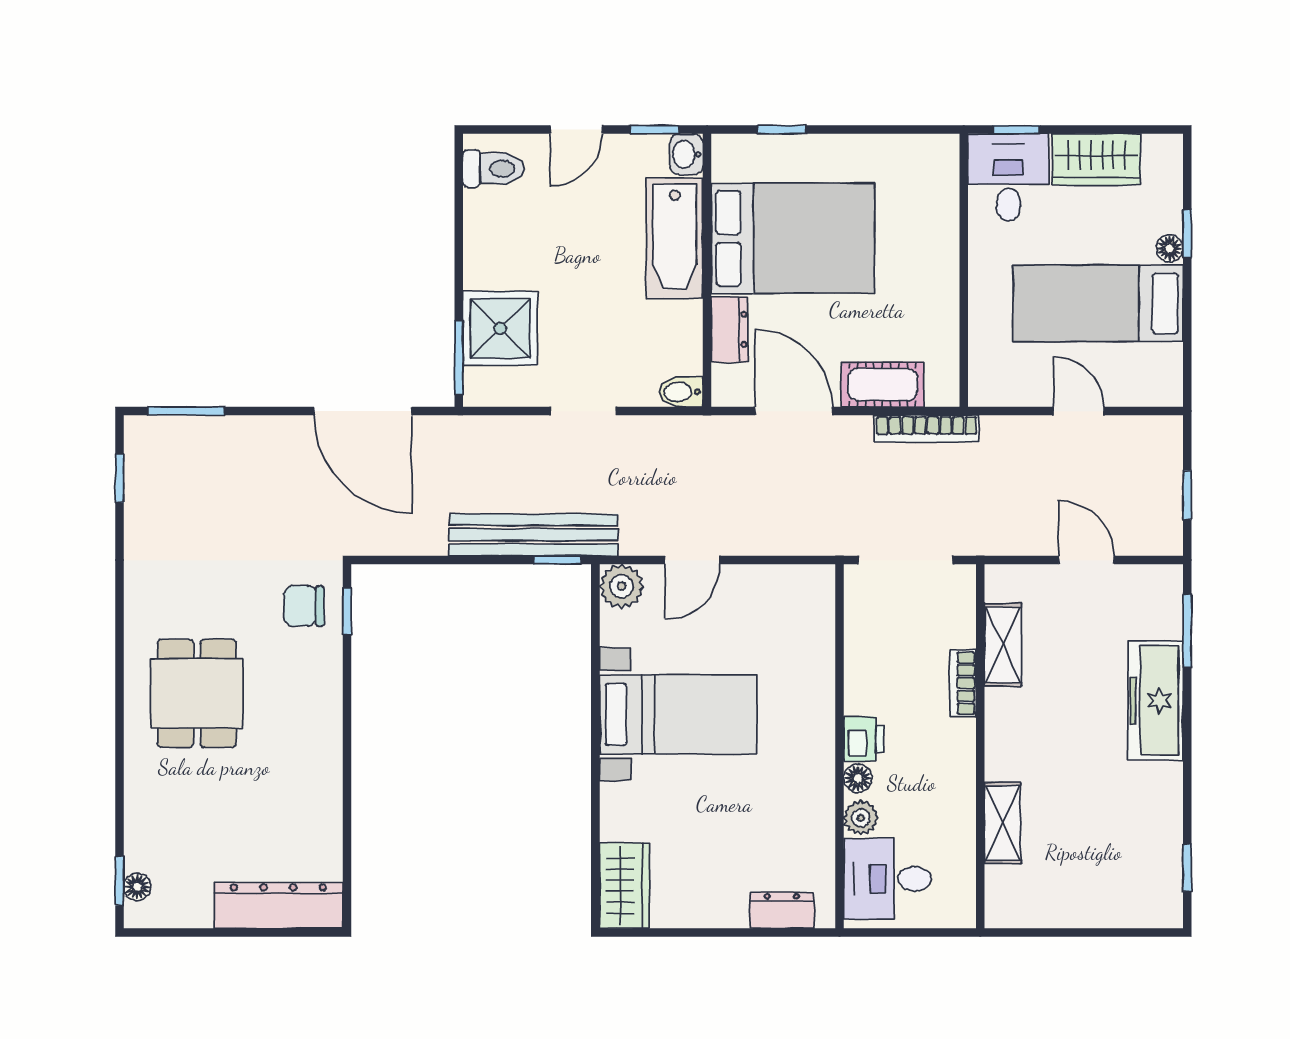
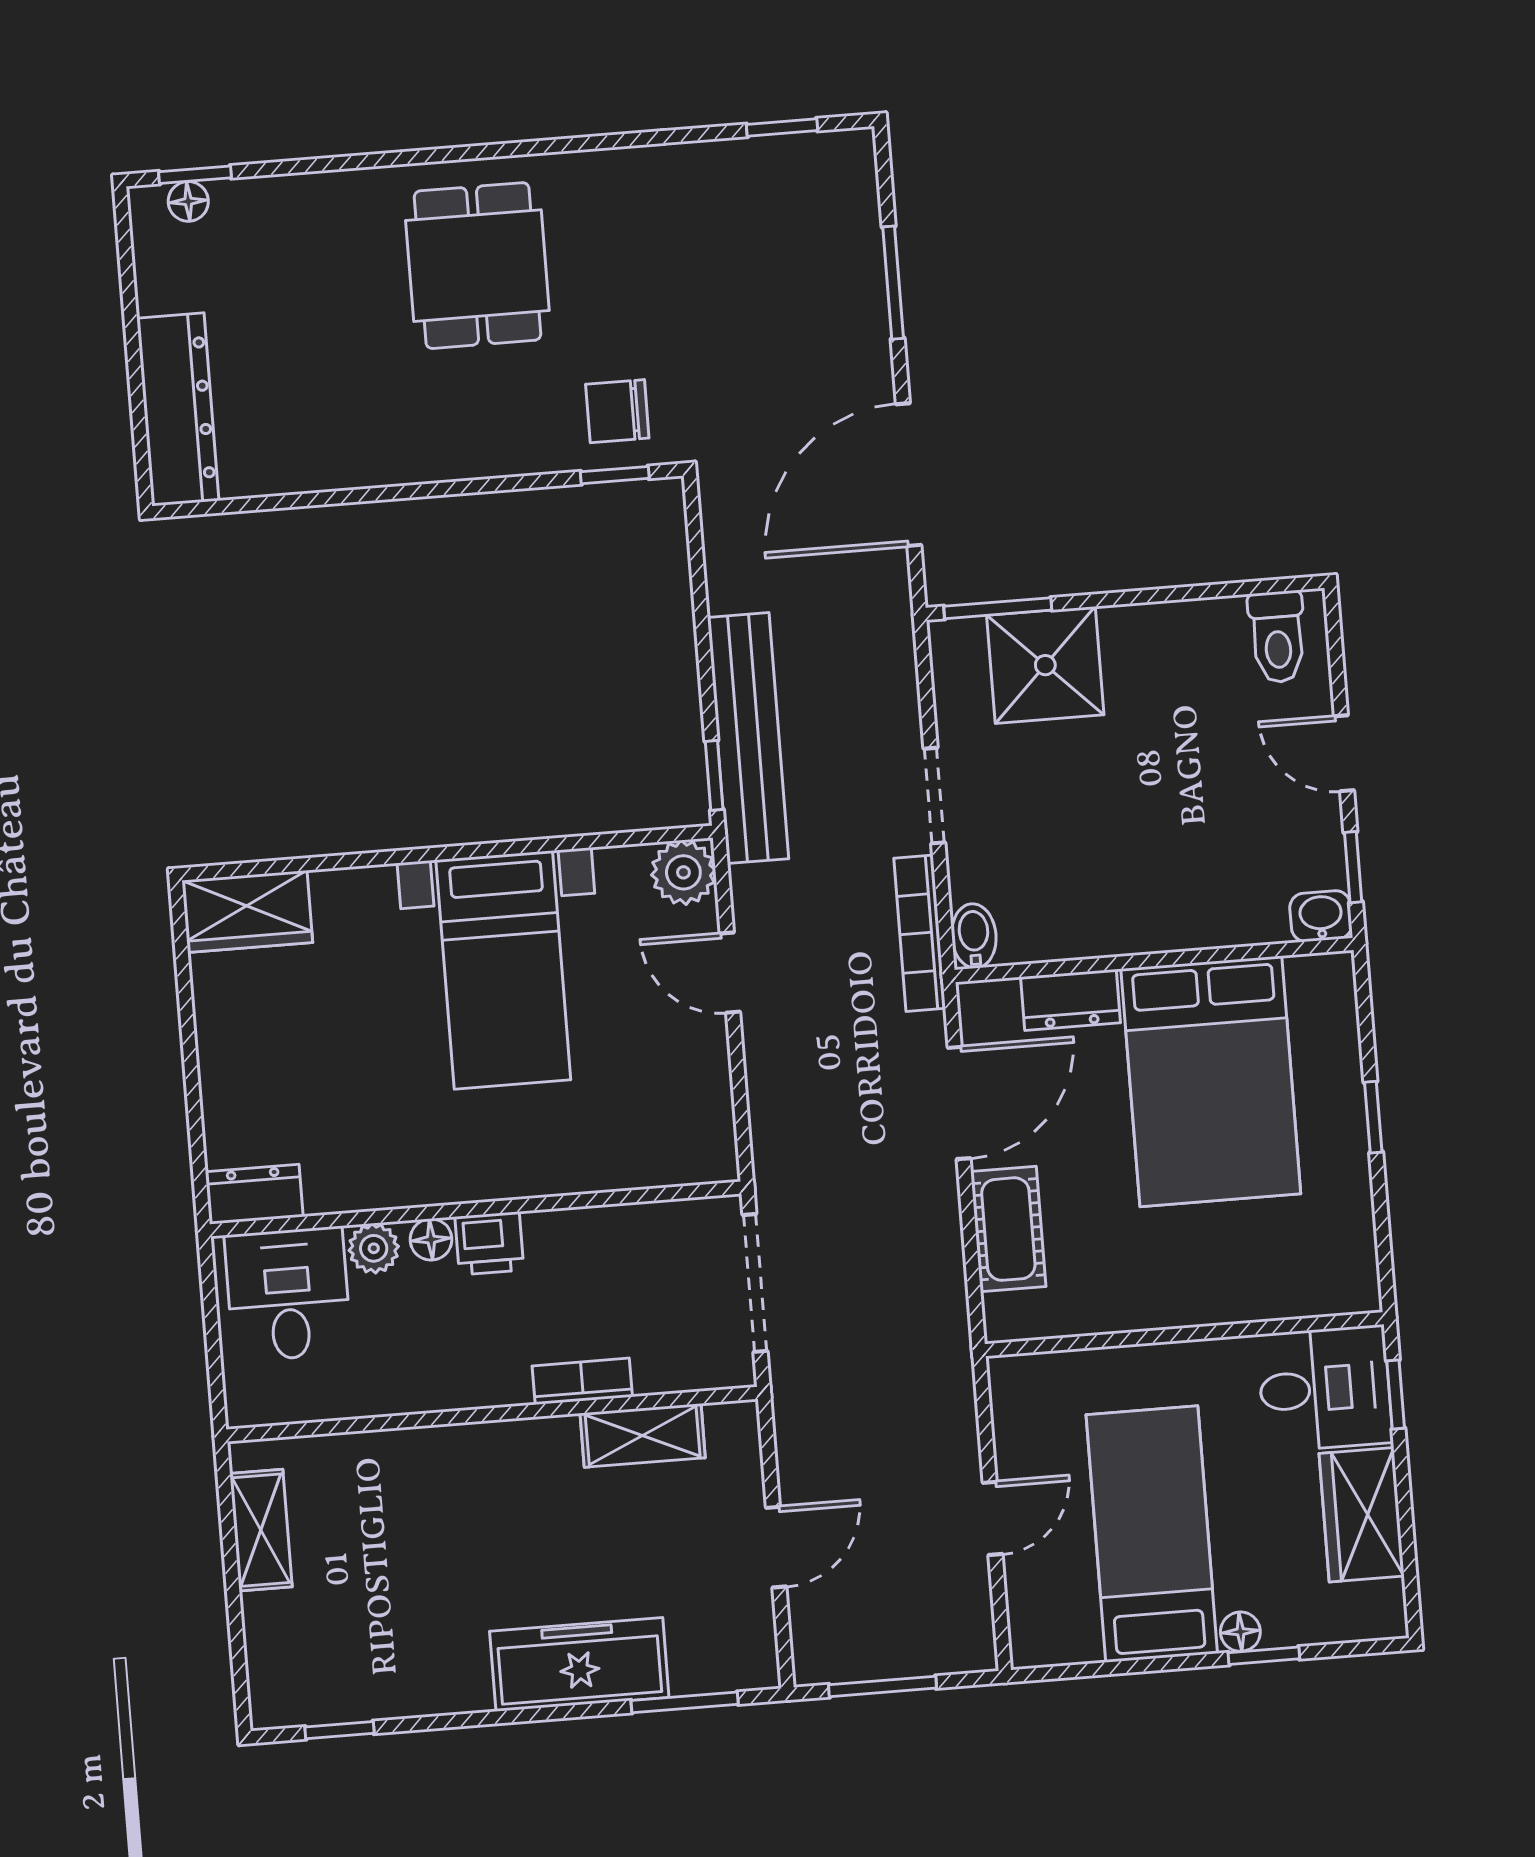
window: (781, 130) -> (1373, 1117), moved
bathtub: (675, 238) -> (1197, 909), removed
window: (186, 411) -> (893, 283), moved
bookcase: (927, 429) -> (920, 933), moved
window: (1187, 495) -> (883, 1686), width x1.50
chair: (304, 606) -> (617, 411), turned -90
dining table: (197, 693) -> (477, 266), turned 90
shelving: (1003, 823) -> (261, 1530), moved, turned 90
dresser: (782, 910) -> (254, 1194), moved, turned -90

